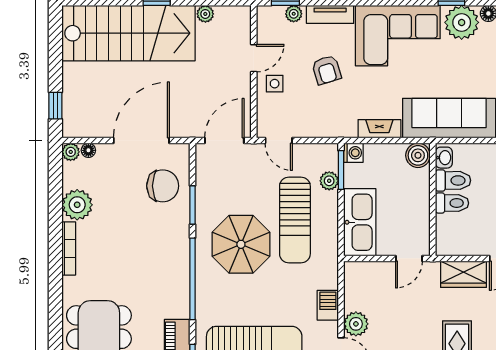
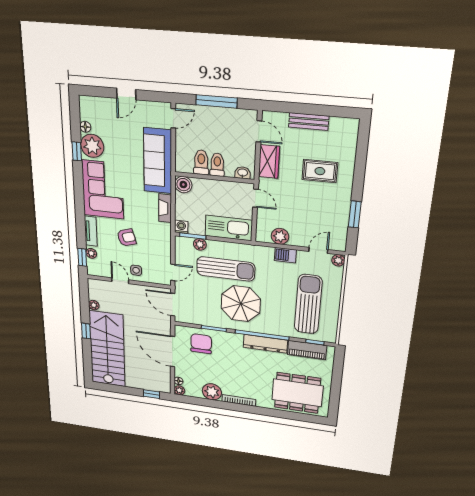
washbasin: (444, 158) -> (243, 173), moved
dresser: (178, 285) -> (265, 344), added
plant: (356, 324) -> (280, 236), moved

